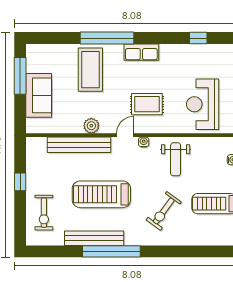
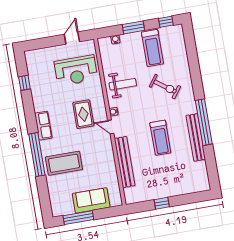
plant: (91, 126) -> (108, 155), removed
treadmill: (101, 194) -> (160, 138), width x0.73, depth x0.73
exercise bike: (44, 213) -> (183, 180), removed

